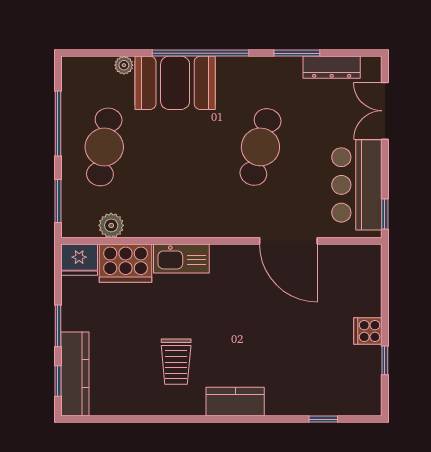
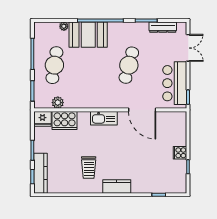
double door: (385, 111) -> (188, 48), swing flipped
kitchen sink: (181, 258) -> (104, 118), moved

